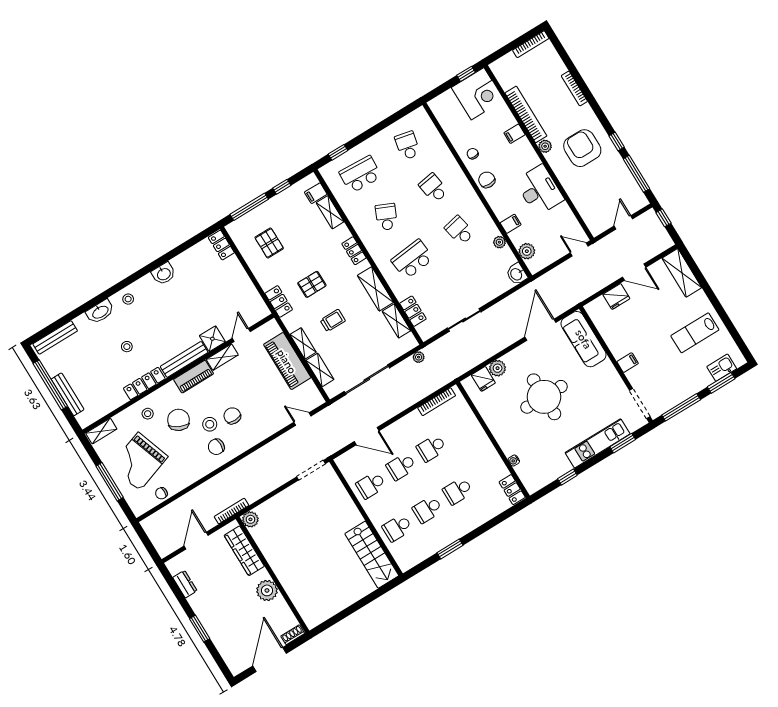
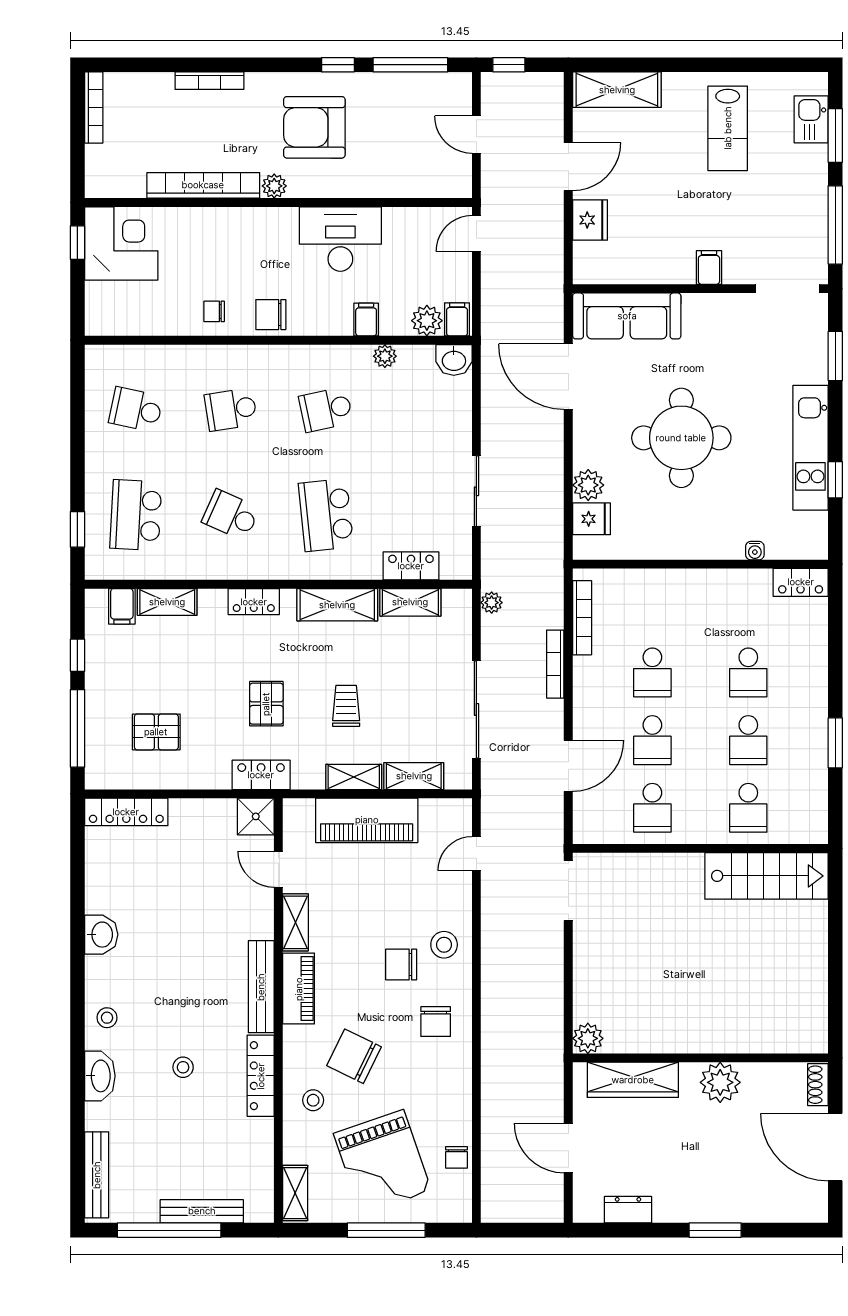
filing cabinet: (514, 134) -> (457, 319), moved, turned 180
locker: (221, 245) -> (126, 812), width x1.53
shower: (212, 339) -> (256, 816), moved
stool: (210, 424) -> (444, 945), moved
kitchen unit: (598, 443) -> (810, 448), moved
bookcase: (231, 511) -> (555, 664), moved

